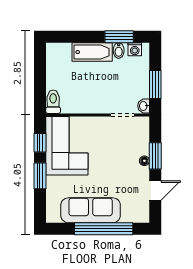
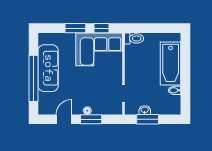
window: (119, 37) -> (185, 91), removed
washing machine: (135, 49) -> (175, 103), removed
bathtub: (92, 52) -> (171, 64), width x1.36, depth x1.36
washbasin: (144, 106) -> (145, 110), moved
door: (155, 191) -> (64, 119), swing flipped

